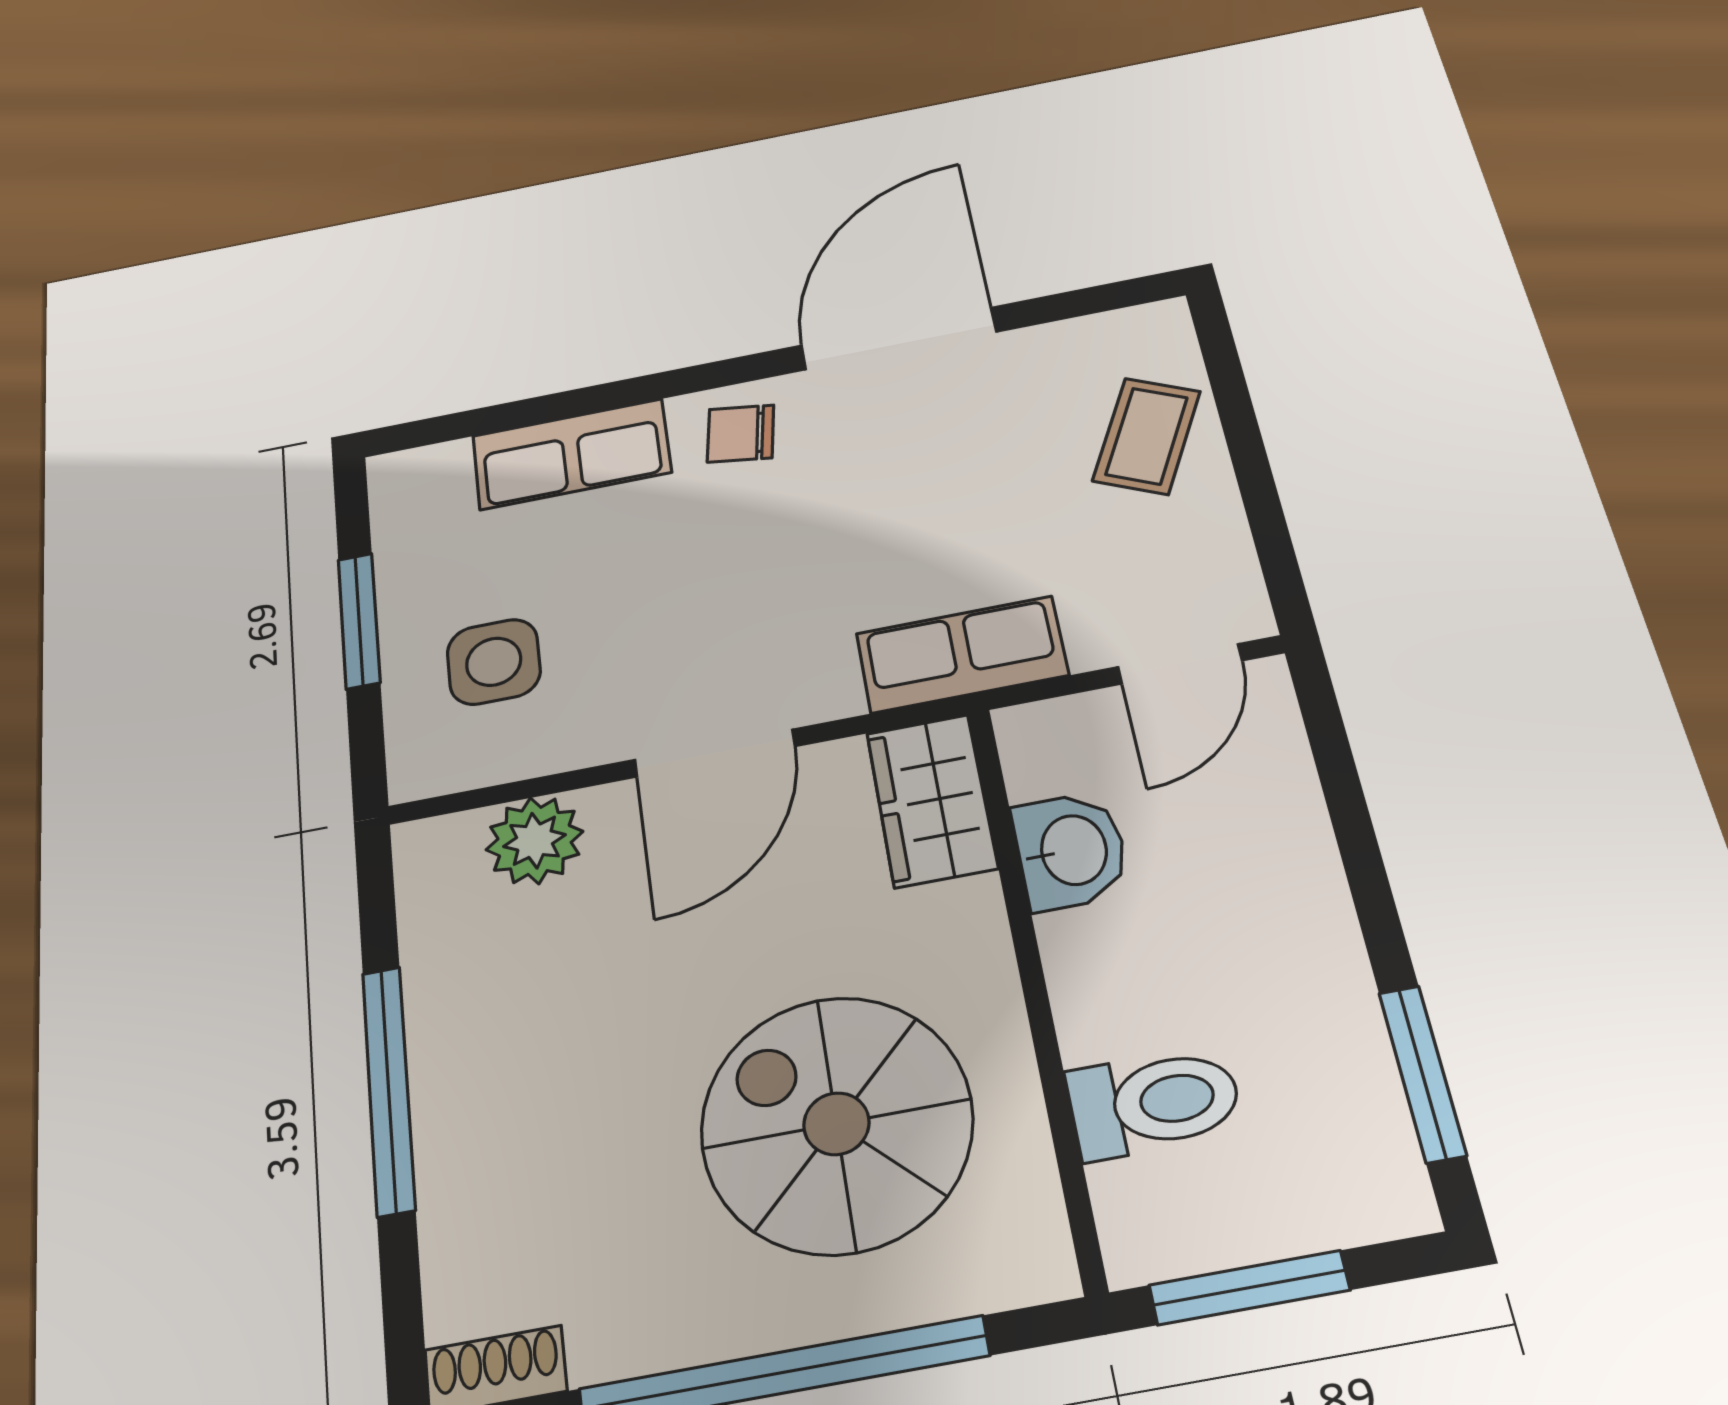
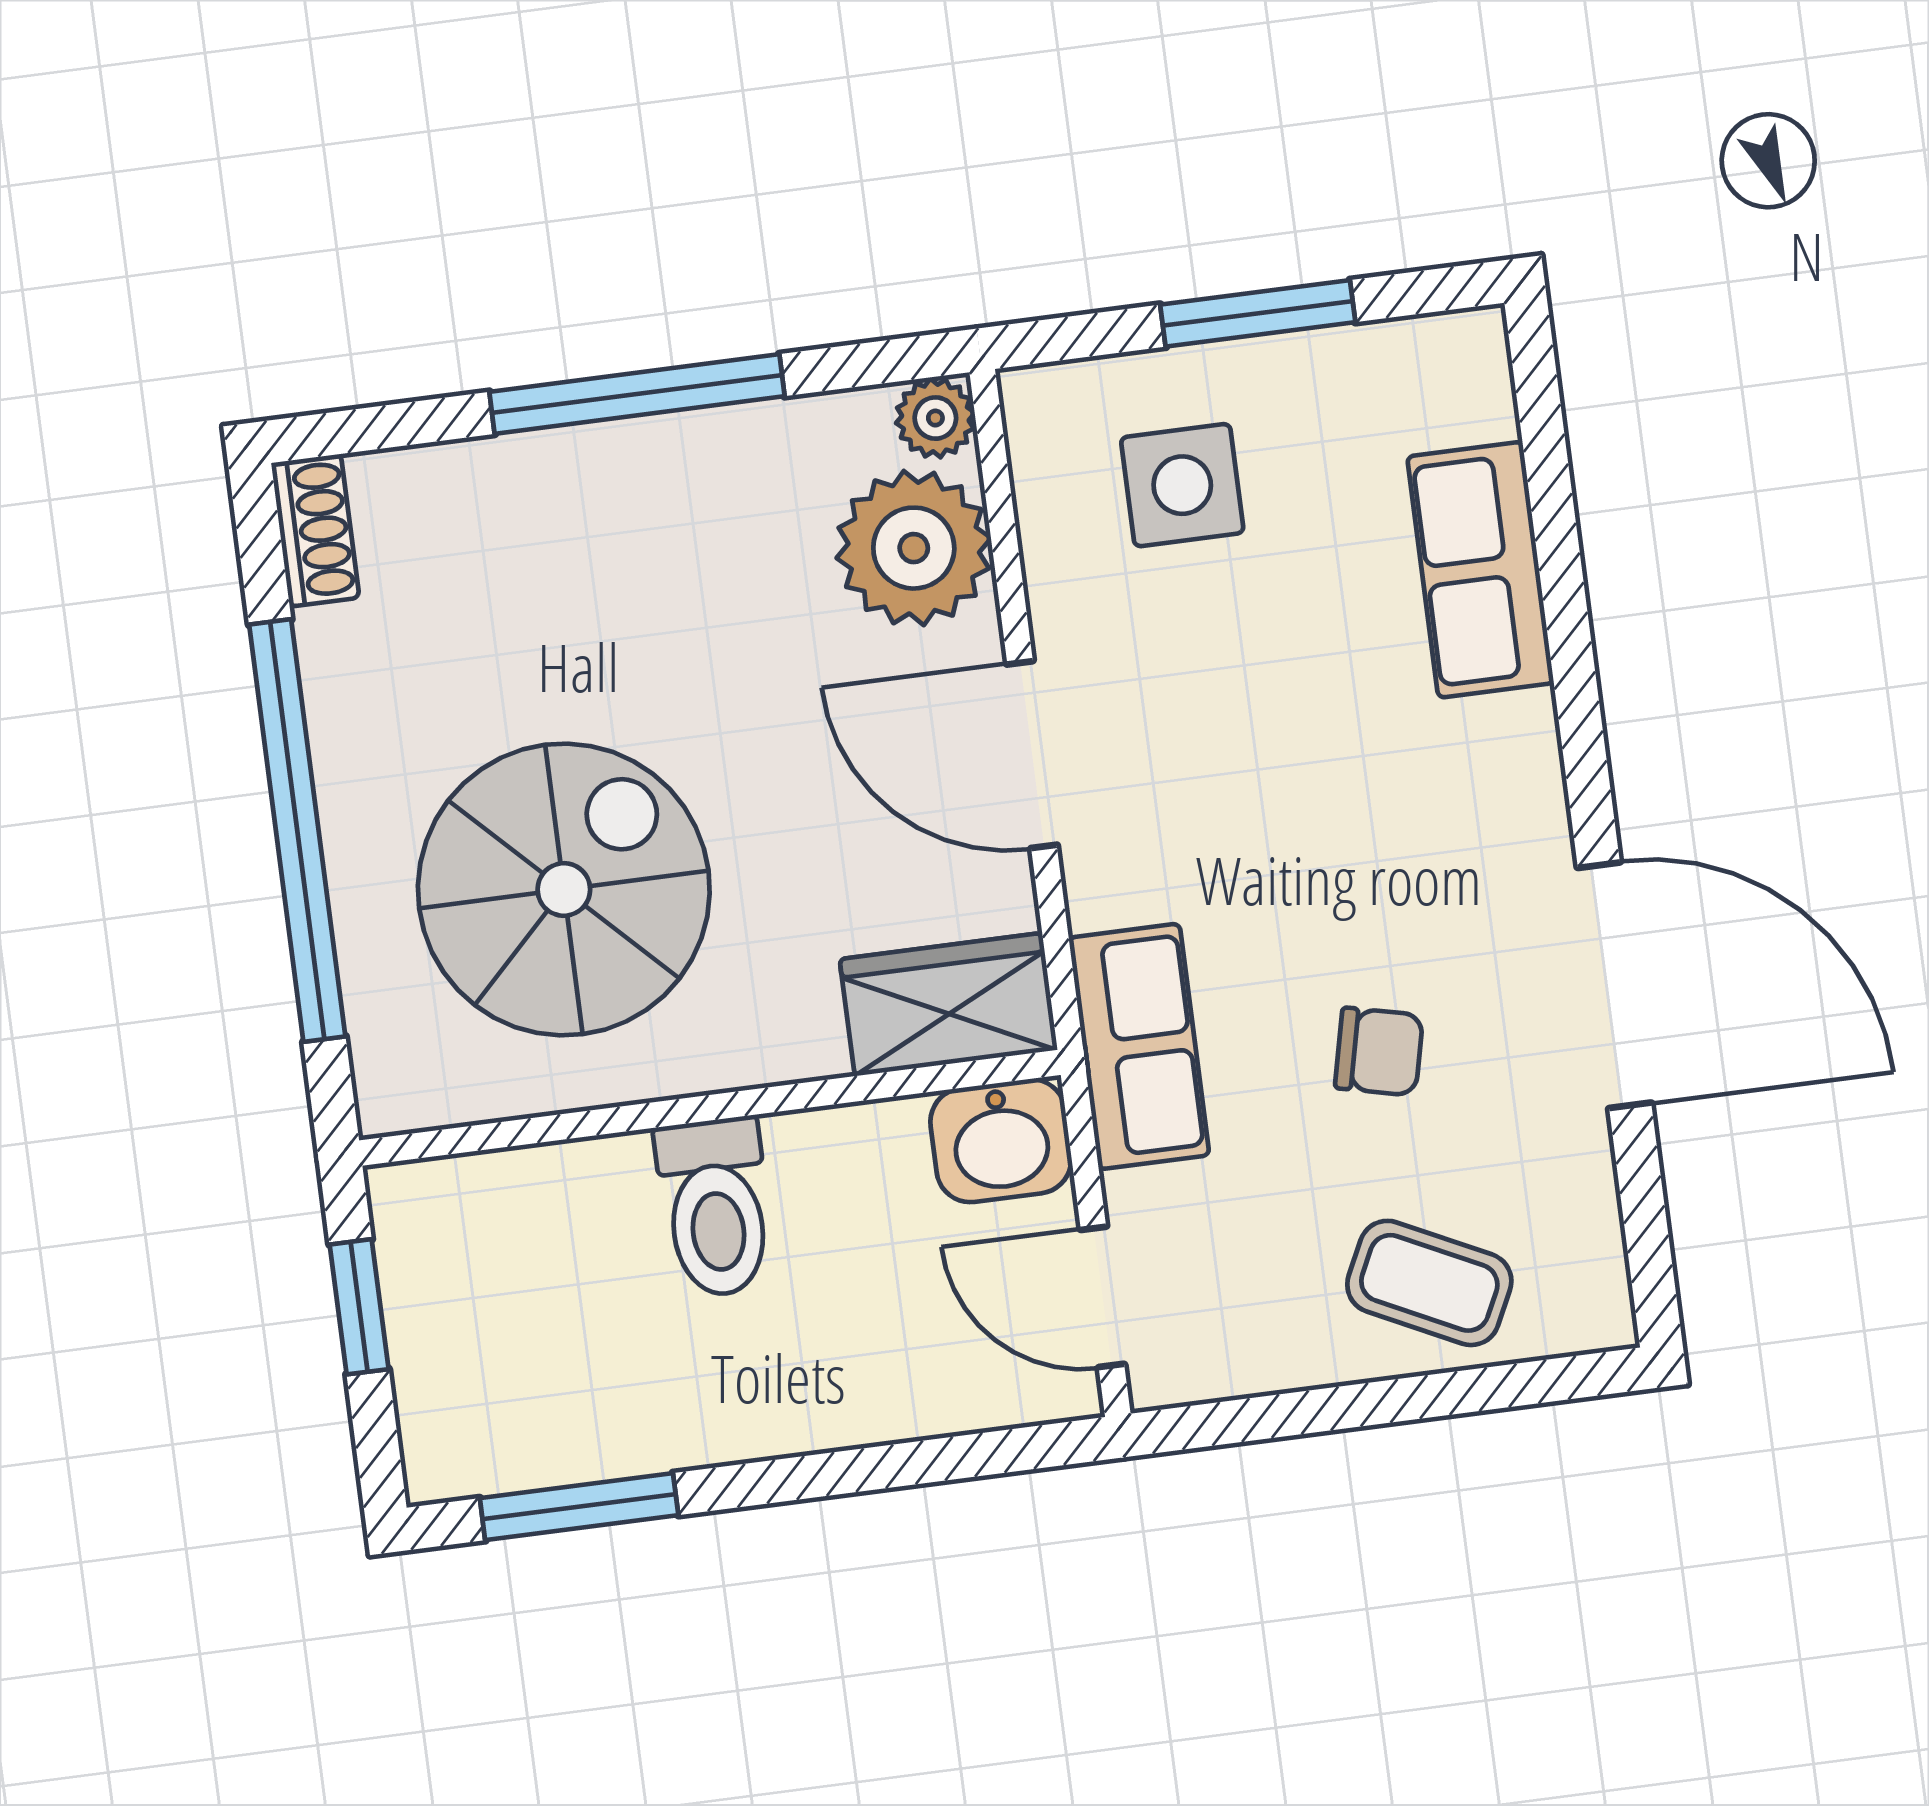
chair: (741, 434) -> (1379, 1052), moved, turned 94
plant: (534, 841) -> (914, 548), width x1.36, depth x1.36
plant: (427, 848) -> (935, 418), added
washbasin: (1071, 851) -> (1001, 1141), moved
toilet: (1154, 1102) -> (715, 1207), moved
window: (1249, 1288) -> (359, 1307), width x0.67

